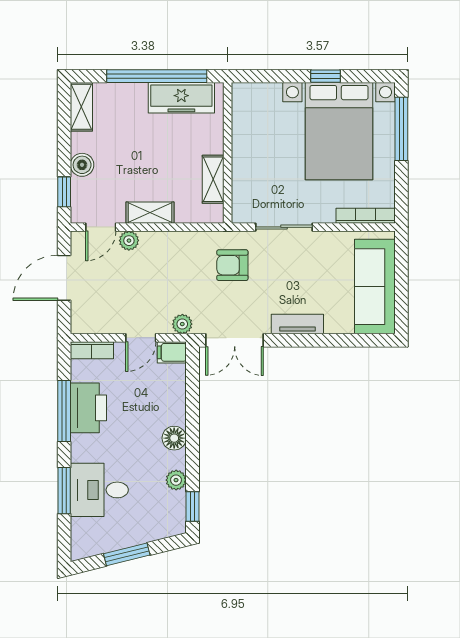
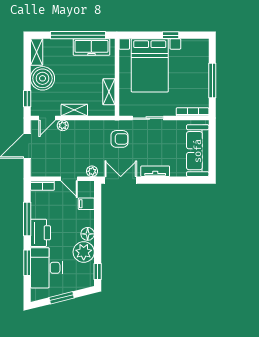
window: (401, 129) -> (212, 80), moved
bed with nightstands: (339, 131) -> (150, 65), moved
boiler: (82, 165) -> (42, 78), width x1.86, depth x1.86
armchair: (232, 265) -> (120, 139), turned 180
door: (141, 338) -> (69, 179), hinge flipped
double door: (235, 340) -> (121, 180), swing flipped
filing cabinet: (172, 352) -> (86, 204), moved
printer: (88, 408) -> (40, 233), moved
plant: (176, 480) -> (84, 252), width x1.87, depth x1.87
desk: (99, 490) -> (46, 268), width x1.37

